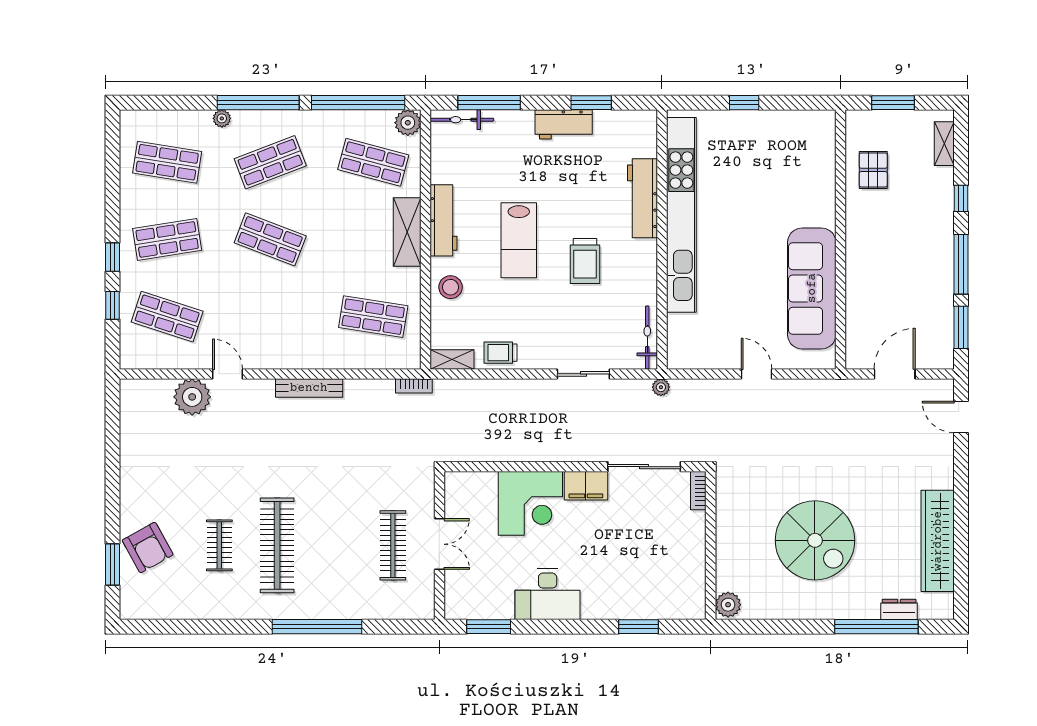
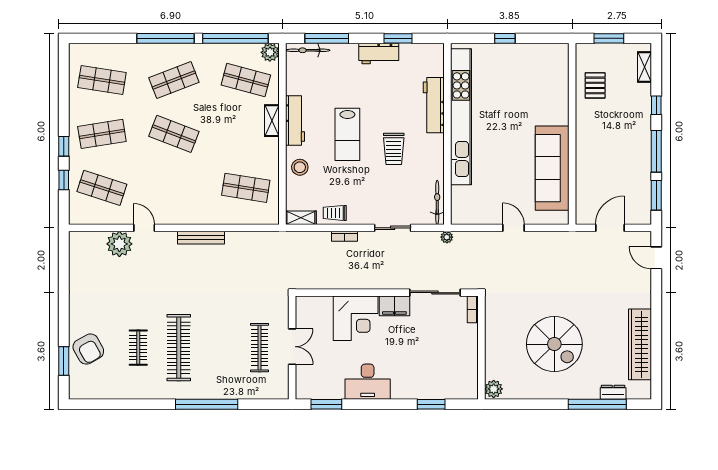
plant: (222, 118) -> (140, 49), removed
shelving: (407, 232) -> (272, 121), width x0.67, depth x0.75
bookcase: (414, 386) -> (345, 236), moved

